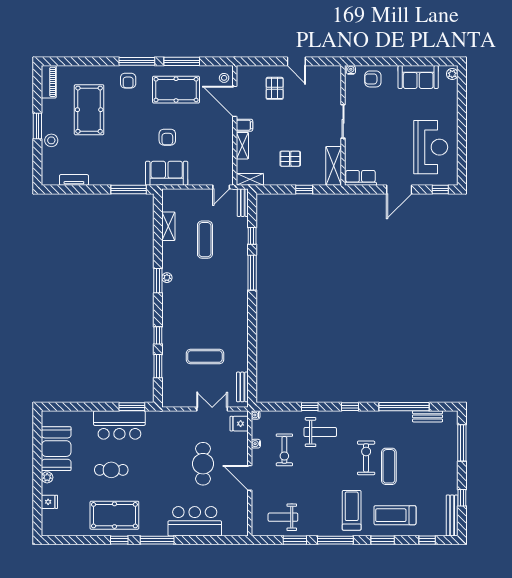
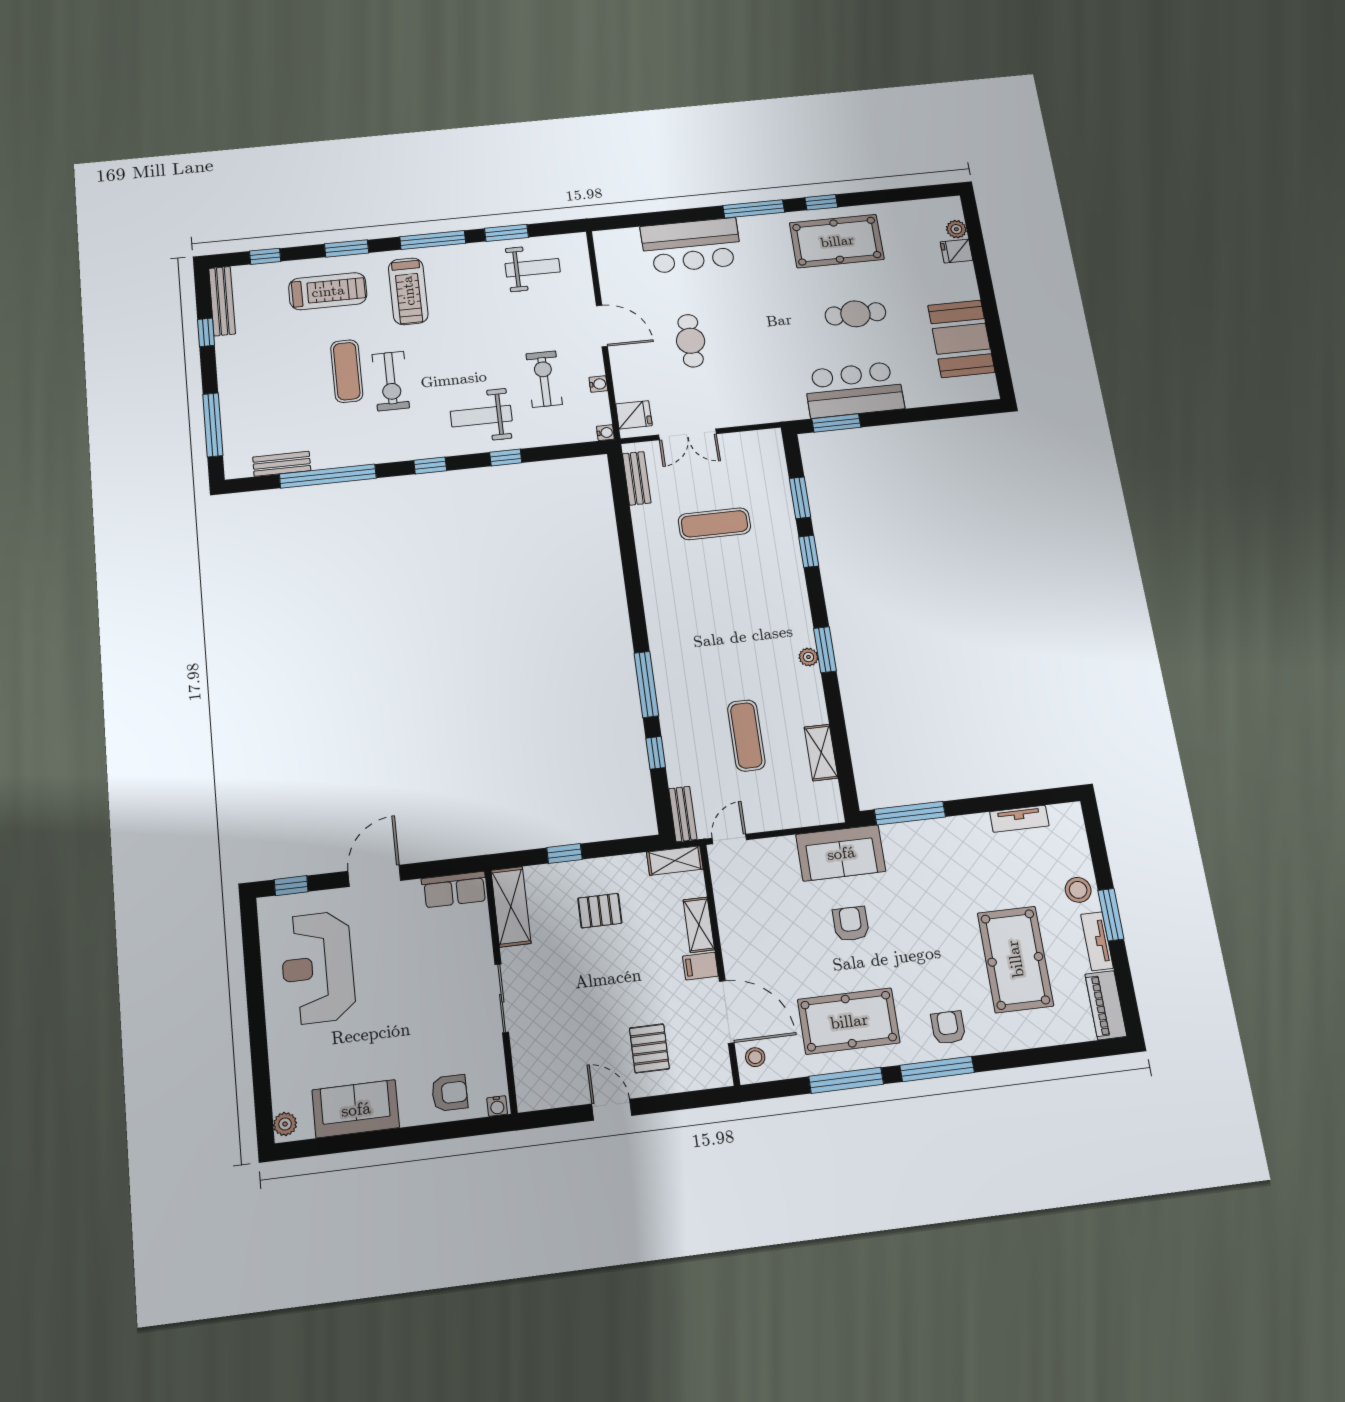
tv unit: (47, 114) -> (1097, 941), added
cafe table: (203, 464) -> (691, 341), width x0.73, depth x0.74
plant: (47, 477) -> (956, 229), moved

